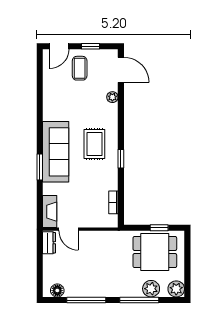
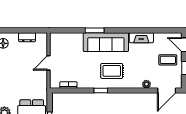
fireplace: (50, 212) -> (141, 38), moved
door: (69, 229) -> (49, 63), moved
dresser: (49, 243) -> (27, 37), moved

